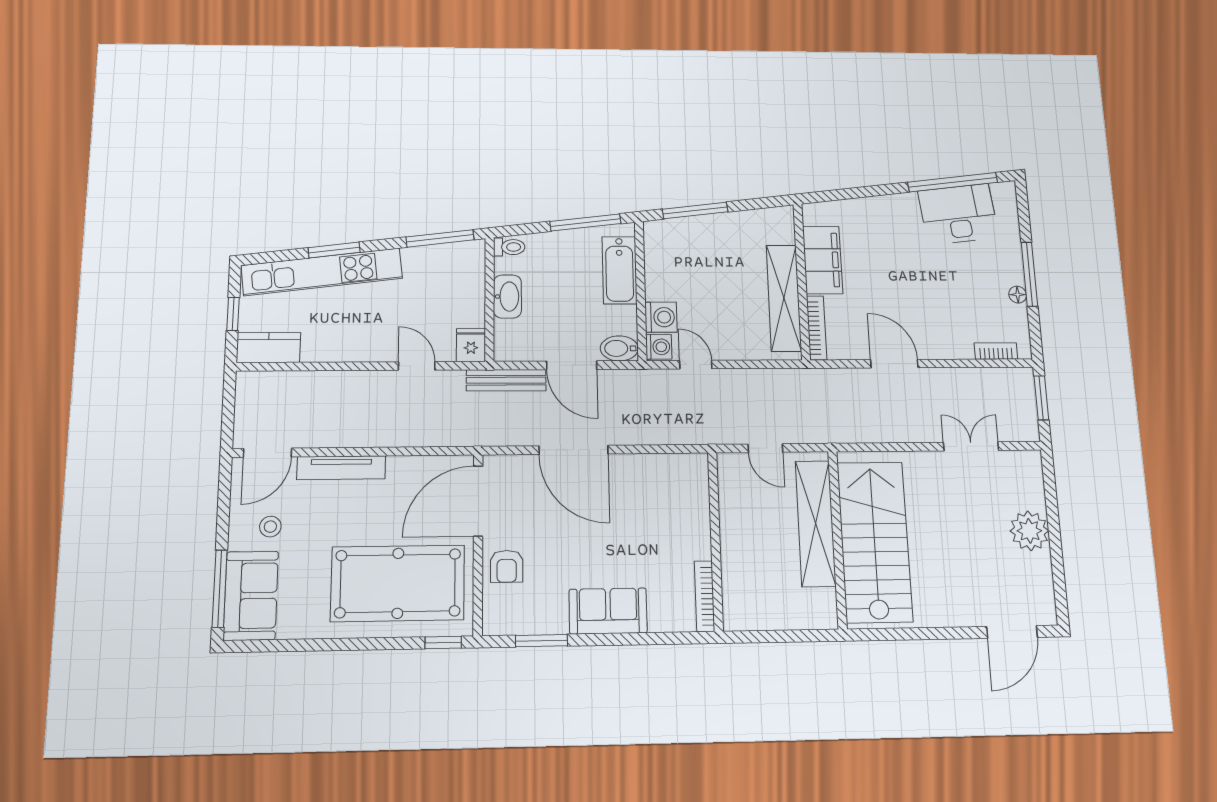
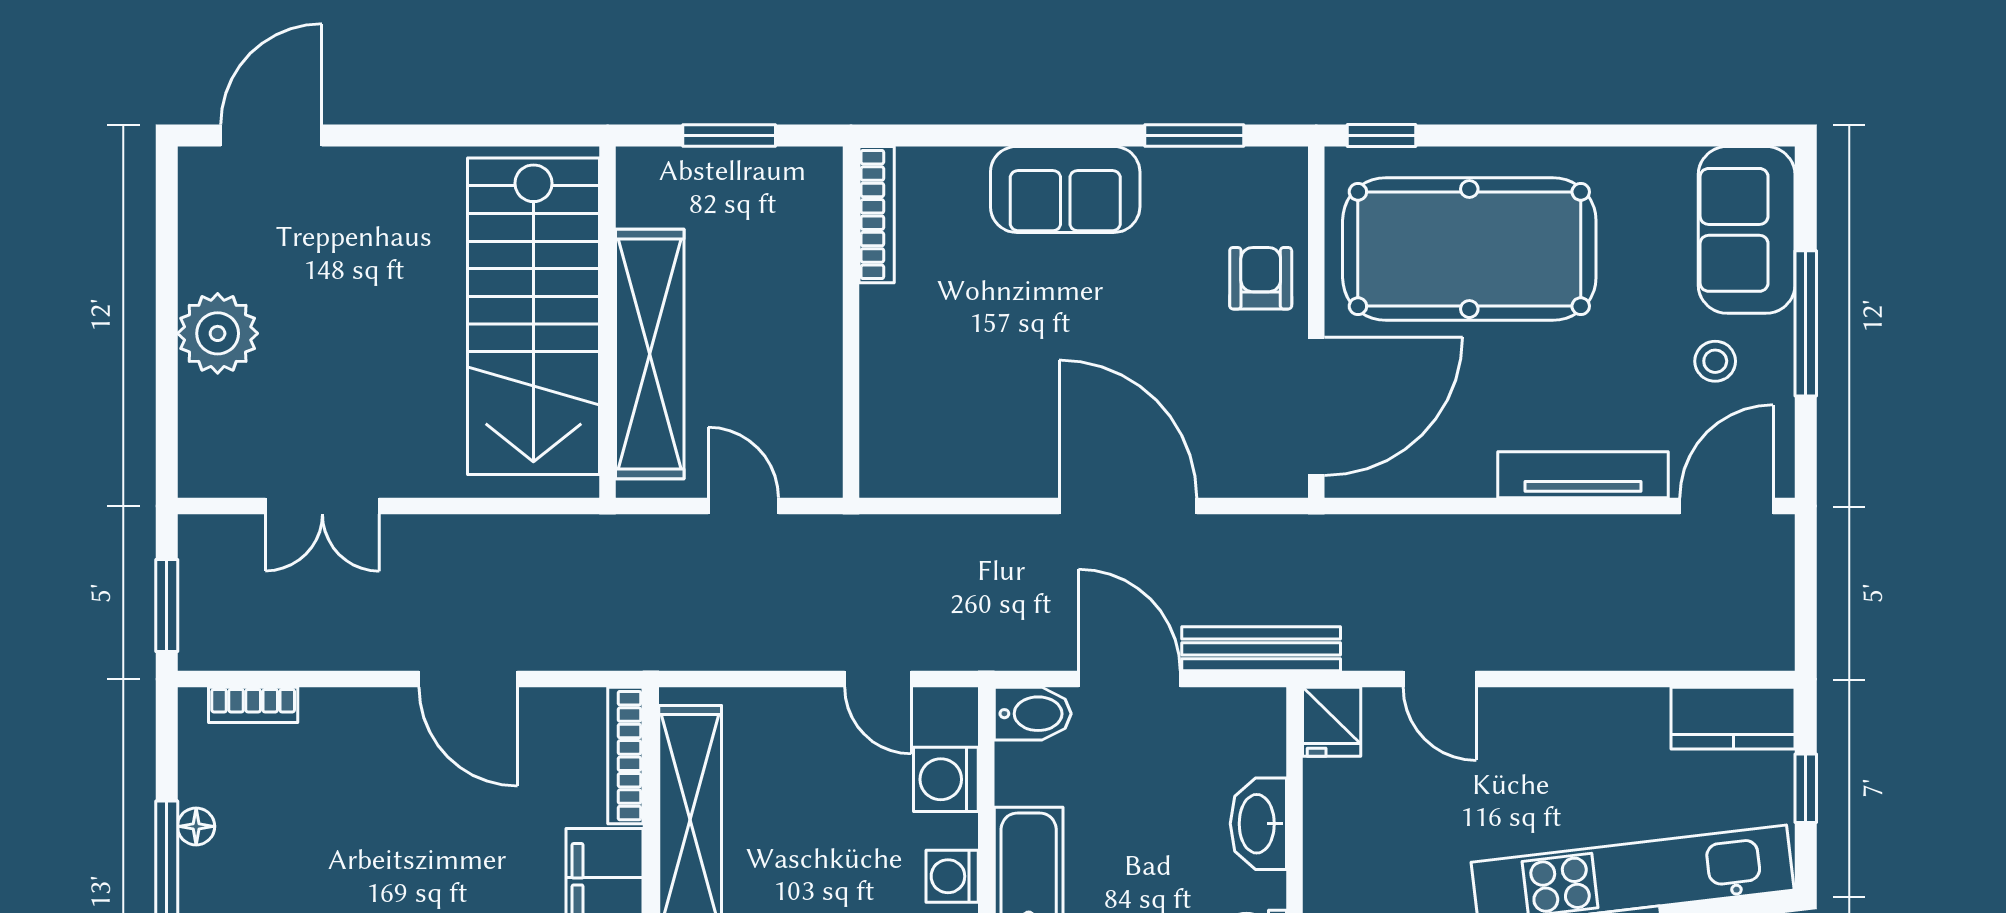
washing machine: (659, 347) -> (952, 876), moved
window: (220, 589) -> (1806, 323), moved
window: (781, 636) -> (729, 135), added

